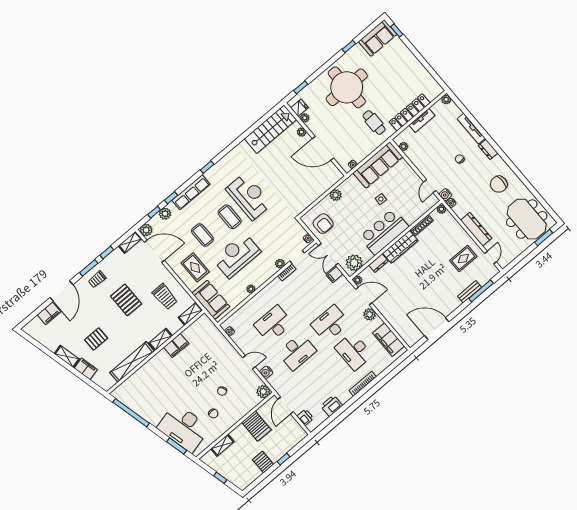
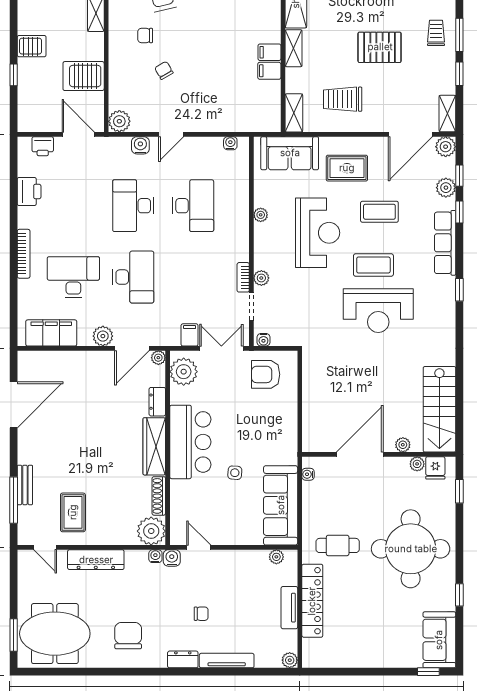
plant: (336, 195) -> (288, 420), removed
plant: (441, 209) -> (151, 531), width x1.87, depth x1.87

